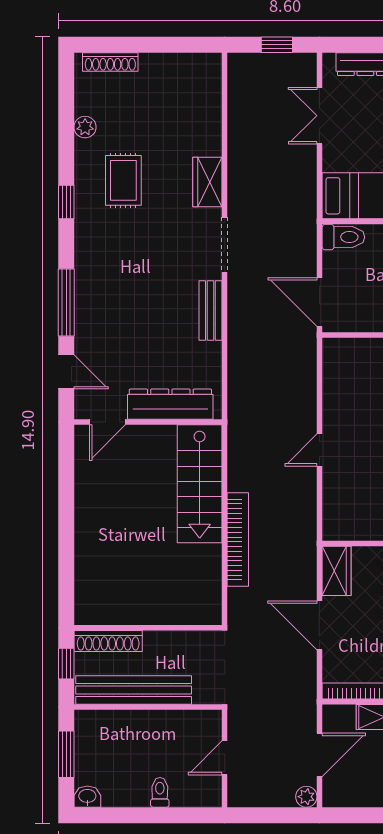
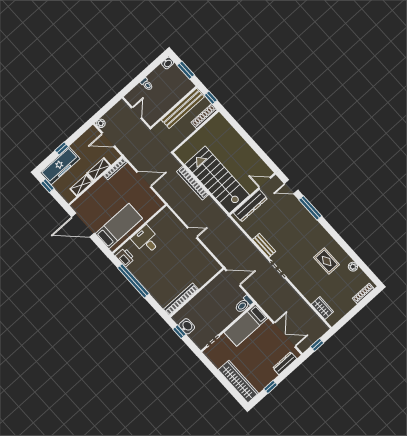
double door: (319, 116) -> (285, 335), width x1.37
wardrobe: (207, 182) -> (322, 308), moved
window: (66, 202) -> (338, 239), removed
door: (108, 422) -> (265, 183), hinge flipped
door: (319, 450) -> (192, 233), hinge flipped
stairs: (200, 484) -> (217, 180), width x1.36, depth x1.51
wardrobe: (337, 571) -> (154, 201), removed
door: (319, 755) -> (108, 140), hinge flipped

